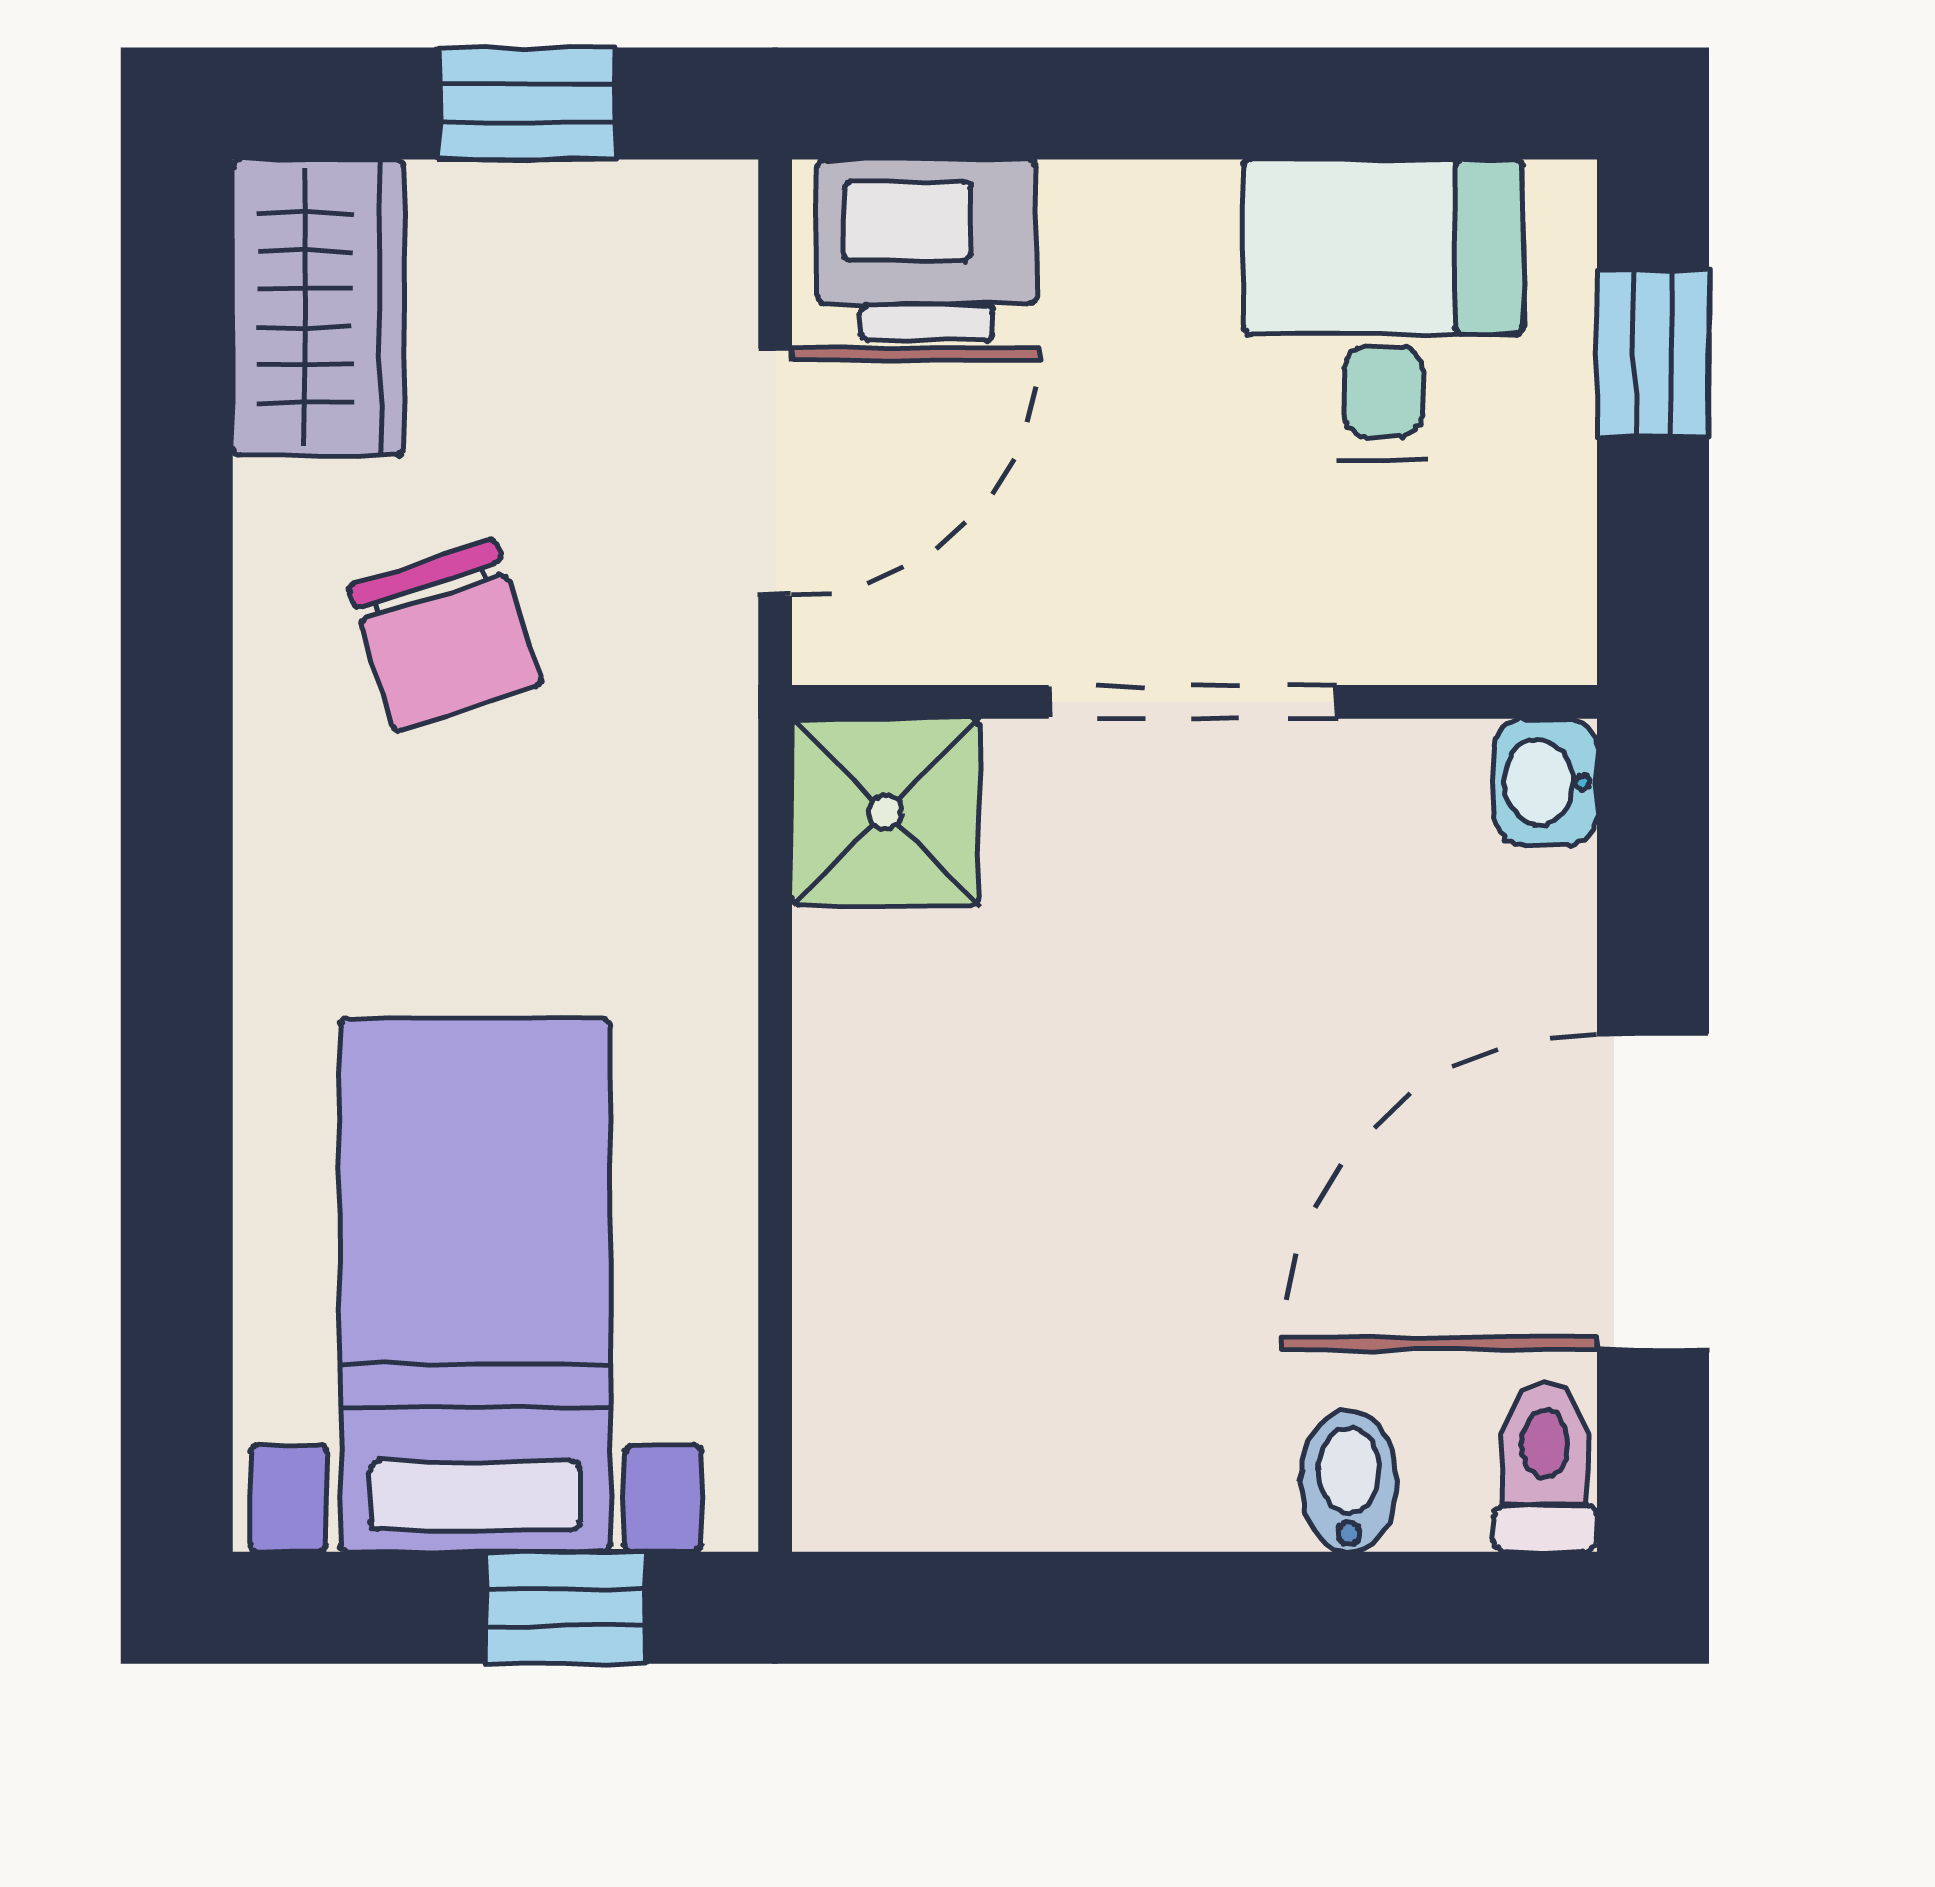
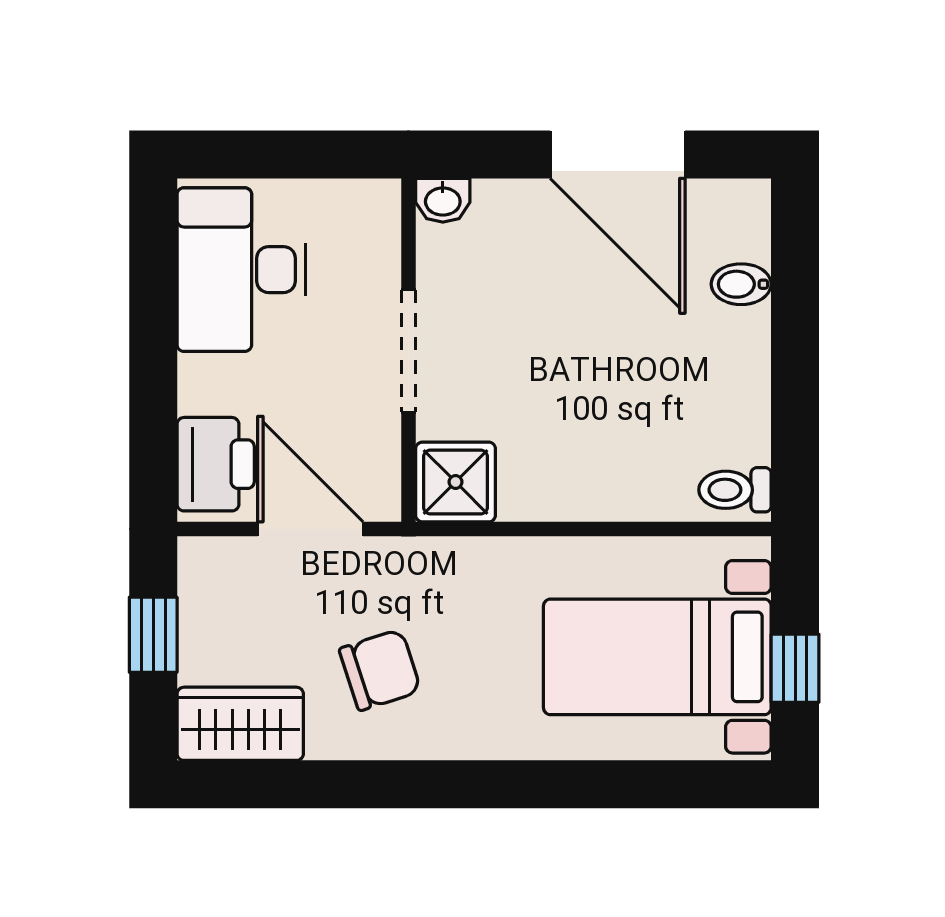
desk: (1383, 310) -> (241, 270), width x1.37
window: (1653, 354) -> (260, 154), removed
toilet: (1545, 1467) -> (735, 490), moved
window: (566, 1608) -> (795, 668), moved

